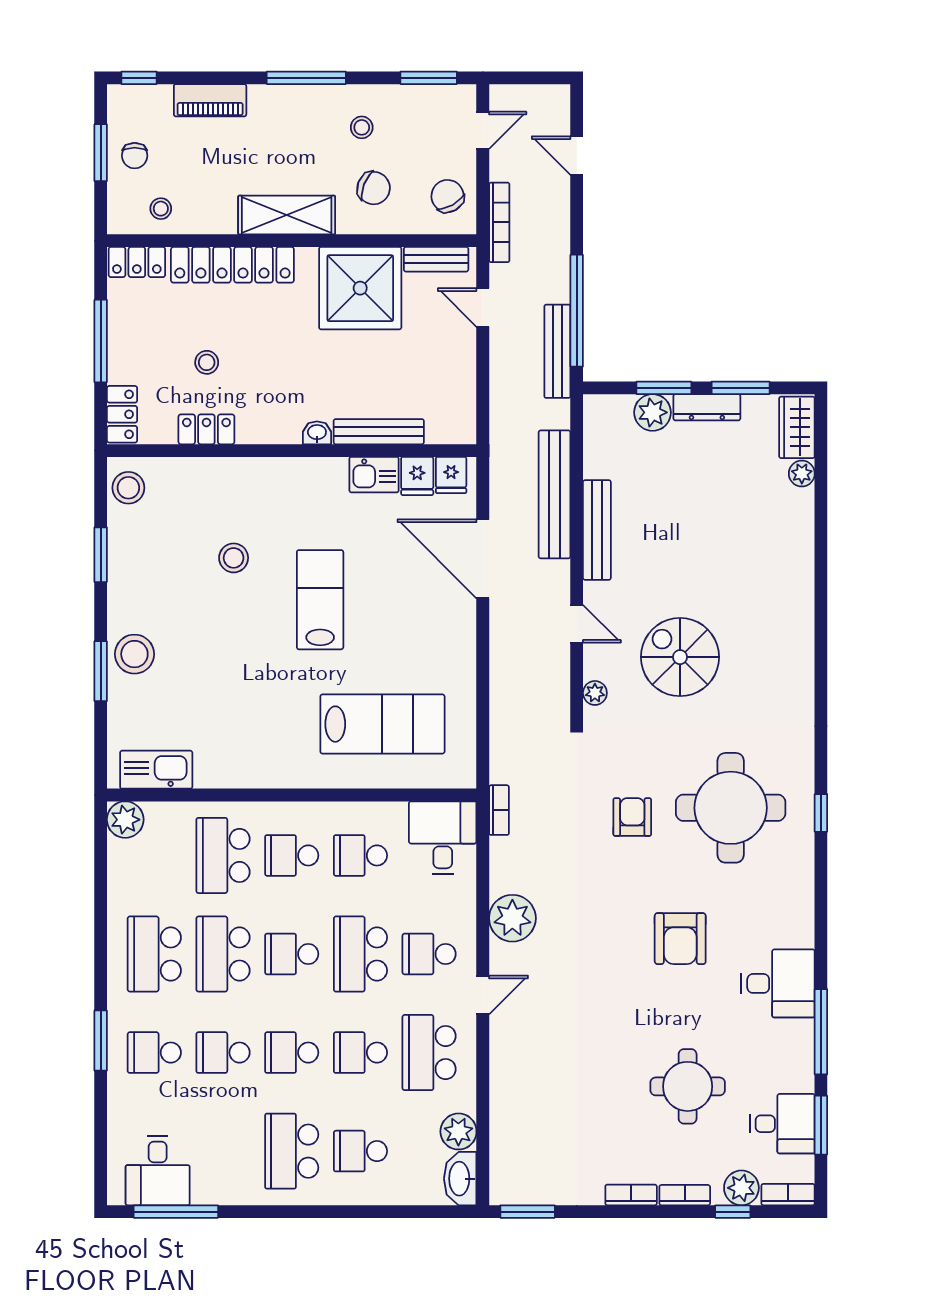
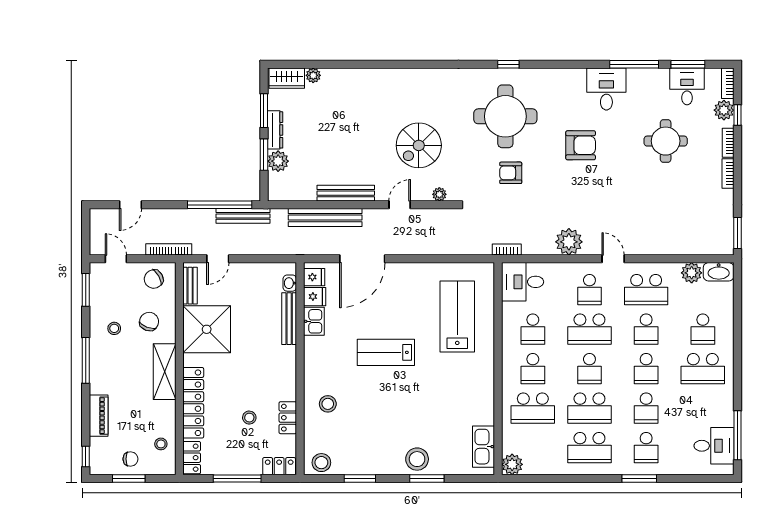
washbasin: (317, 433) -> (290, 283), moved
stool: (234, 558) -> (328, 404), moved

